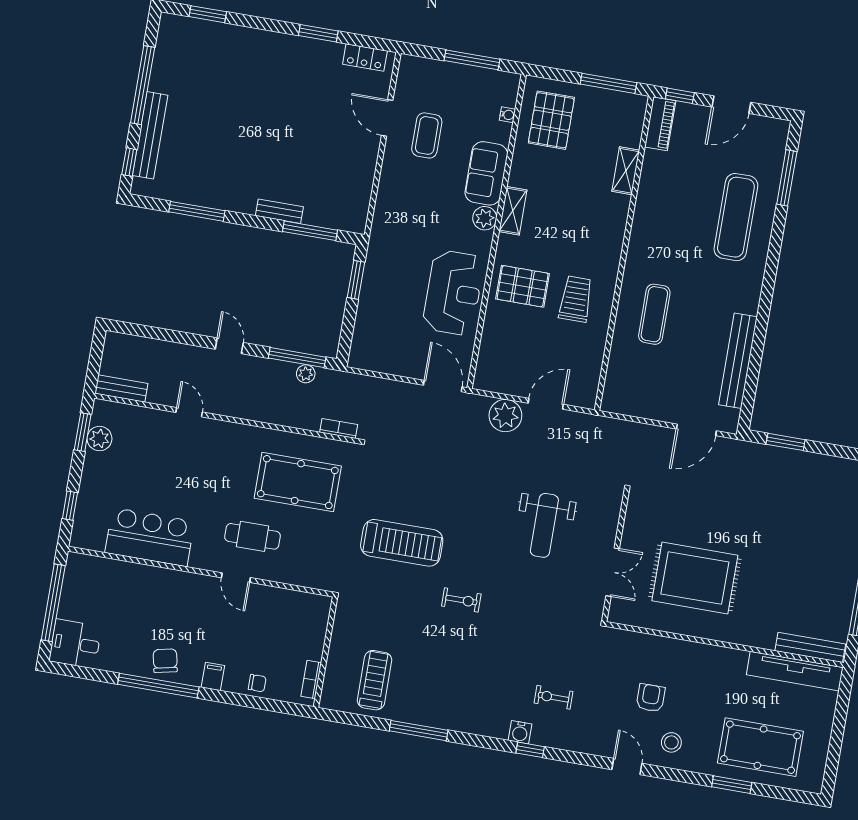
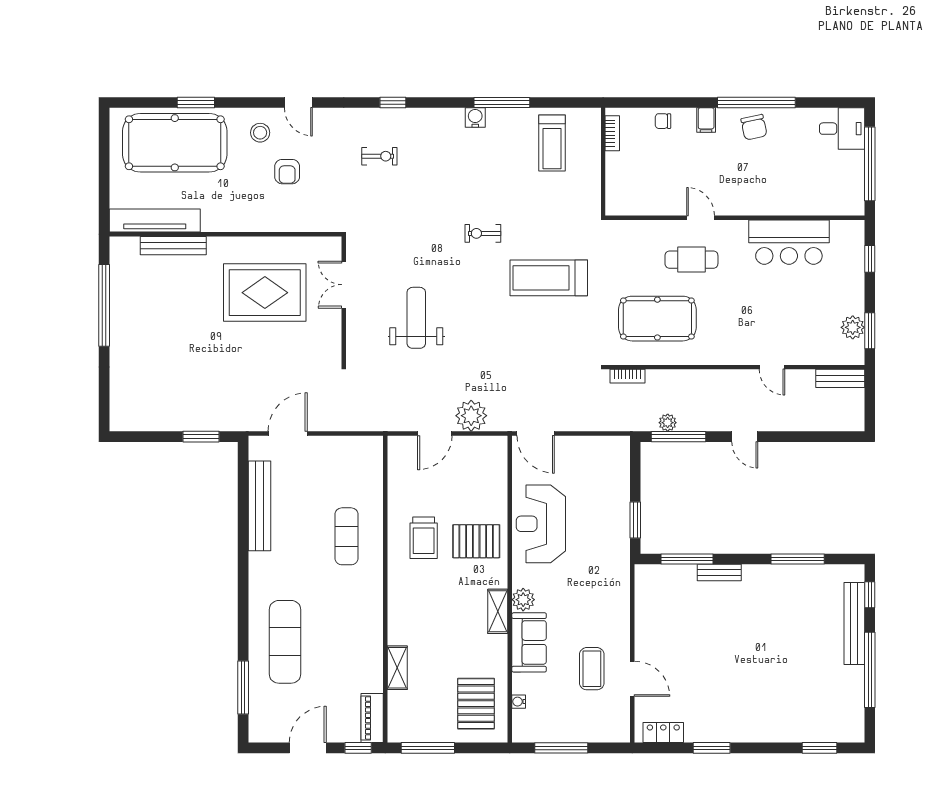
bench: (810, 647) -> (173, 246), moved
water cooler: (520, 732) -> (475, 118), moved
pool table: (760, 747) -> (175, 143), width x1.36, depth x1.32

